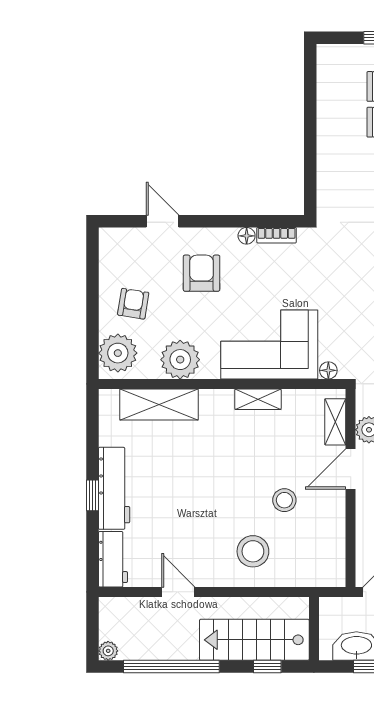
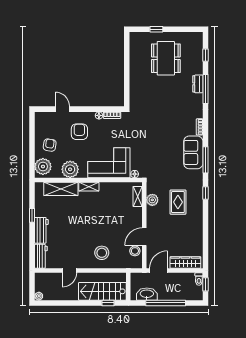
shelving: (258, 399) -> (89, 187), moved
door: (351, 469) -> (144, 237), moved
workbench: (114, 488) -> (41, 230), width x0.73
window: (92, 495) -> (32, 215), moved
stool: (284, 500) -> (135, 251), moved
door: (178, 592) -> (69, 270), swing flipped
window: (171, 667) -> (66, 303), removed

